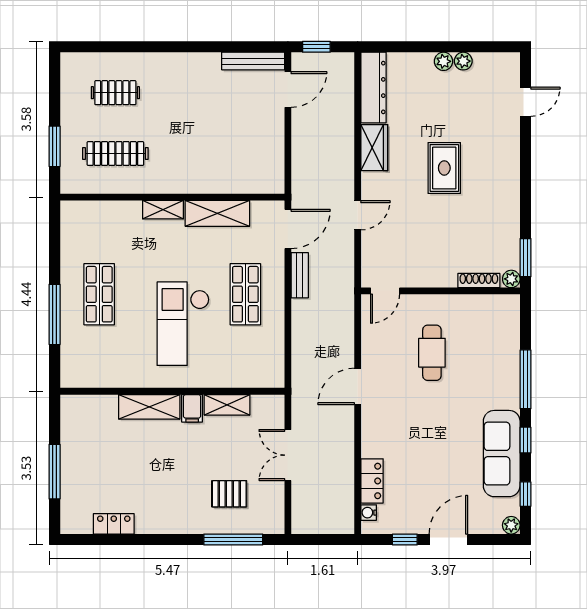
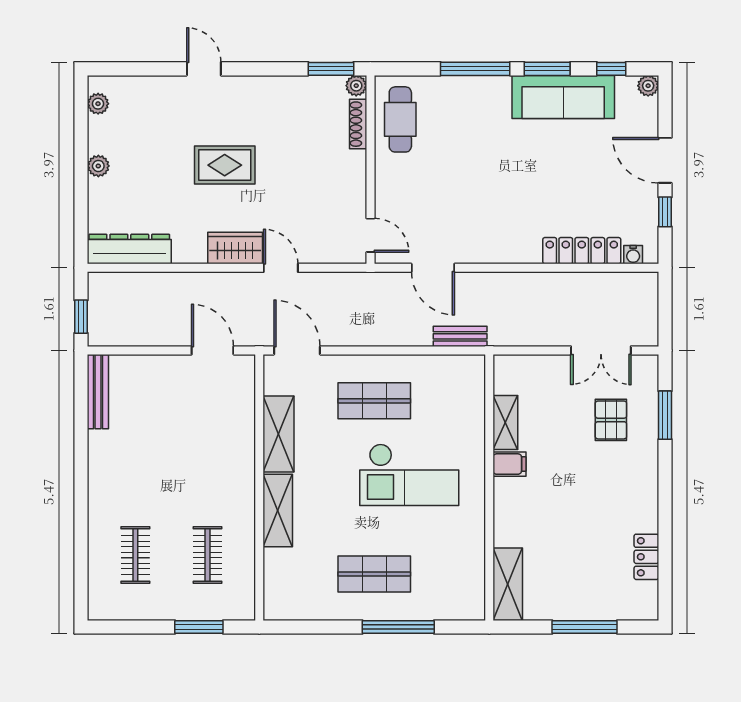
plant: (463, 61) -> (98, 104), moved
door: (288, 90) -> (213, 350), moved
door: (525, 102) -> (204, 69), moved
wardrobe: (374, 148) -> (235, 248), moved
clothes rail: (115, 153) -> (208, 555), width x0.73
shelving: (163, 210) -> (278, 511), width x1.50, depth x1.33
bench: (300, 275) -> (460, 336), moved
cafe table: (432, 353) -> (400, 119), moved, turned 90
door: (358, 386) -> (433, 268), moved
shelving: (149, 407) -> (508, 584), moved
window: (525, 440) -> (547, 69), width x1.50
double door: (288, 455) -> (601, 350), moved
locker: (372, 481) -> (582, 251), width x1.53
window: (233, 539) -> (665, 415), width x0.69

